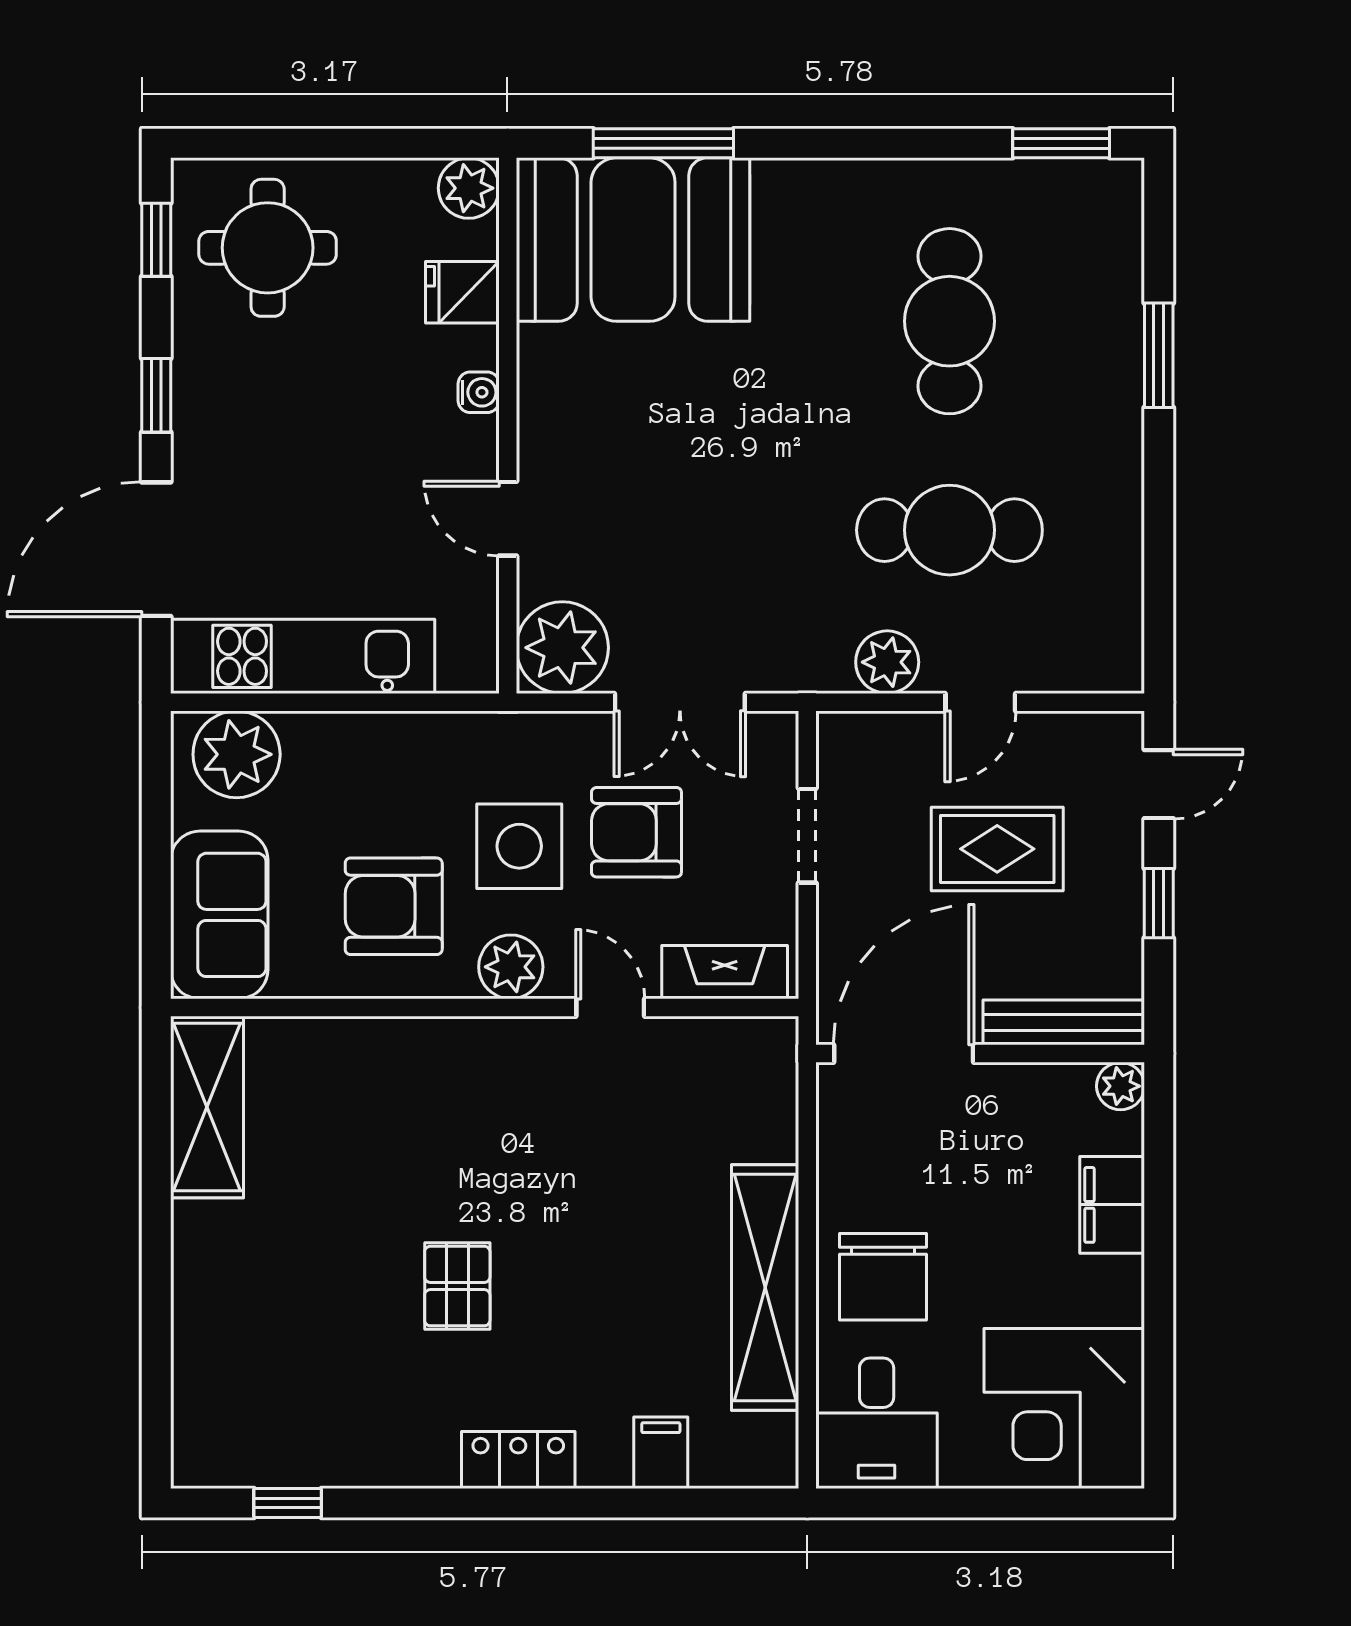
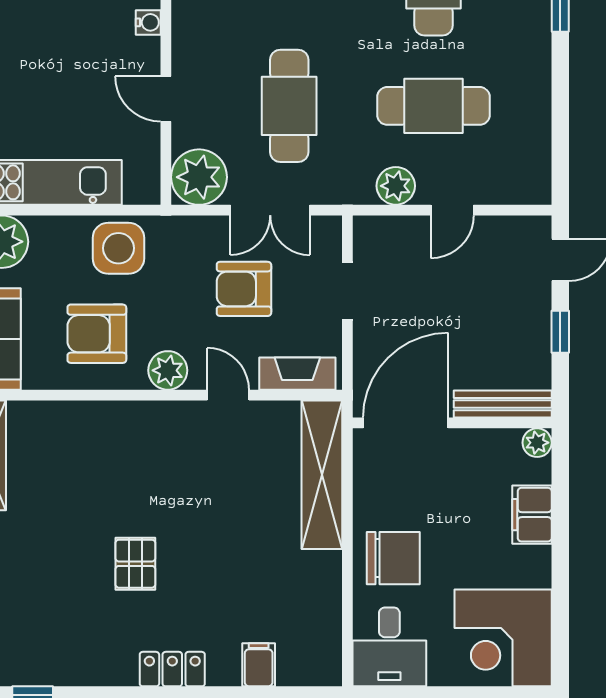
cafe table: (711, 530) -> (289, 106), added
side table: (519, 846) -> (118, 248), moved
rug: (997, 849) -> (462, 299), removed
chair: (883, 1277) -> (393, 558), turned -90
shelving: (765, 1287) -> (322, 475), moved

